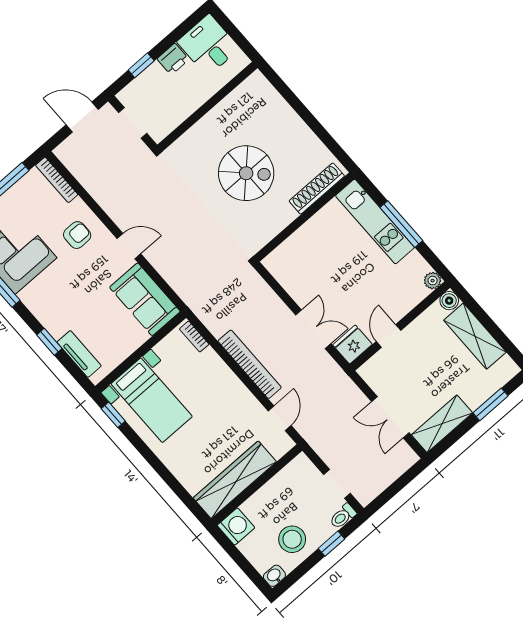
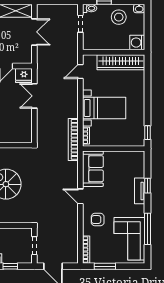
tv unit: (79, 354) -> (140, 191), moved
bookcase: (250, 364) -> (73, 139), moved
bed with nightstands: (152, 400) -> (104, 108), moved, turned 90

